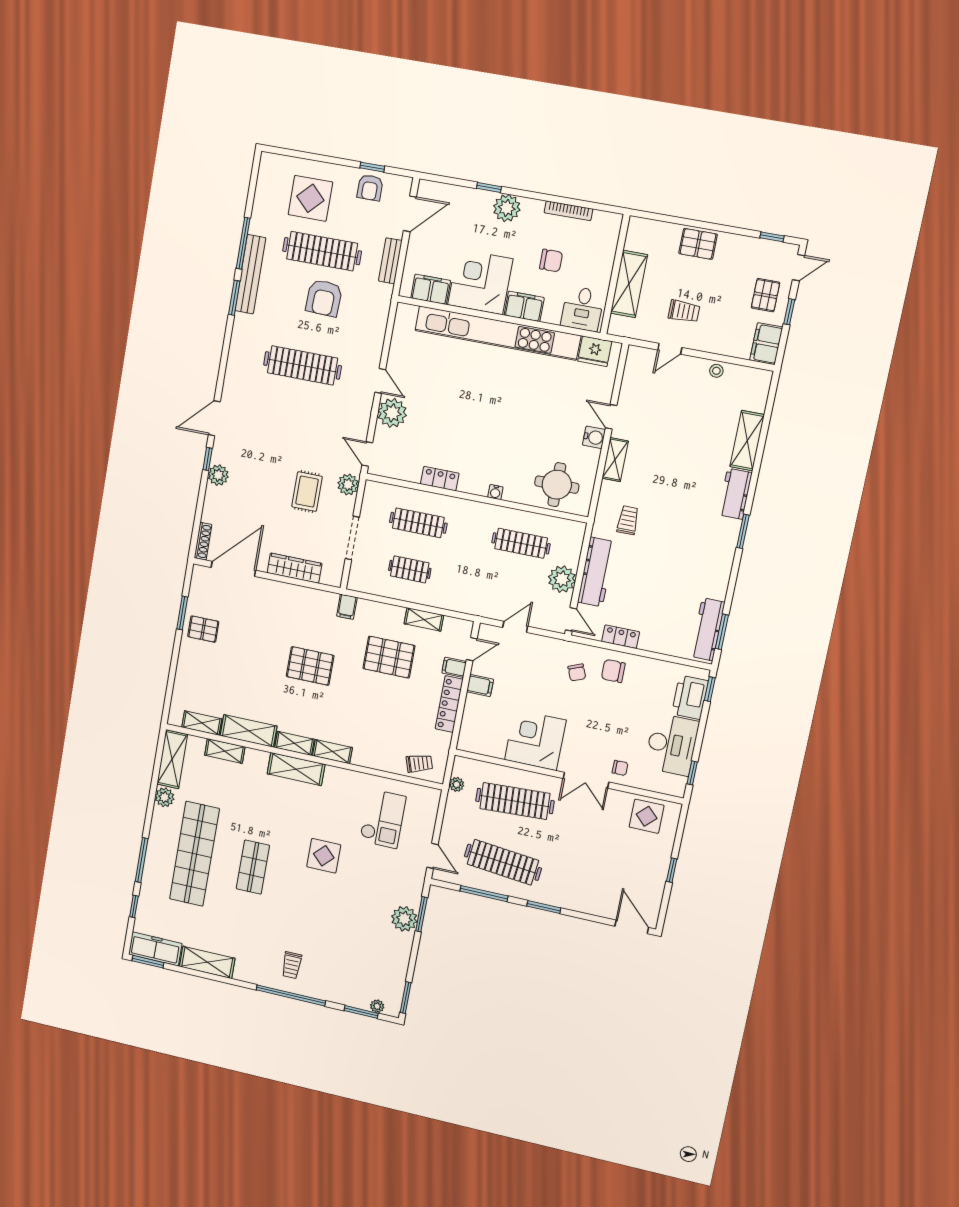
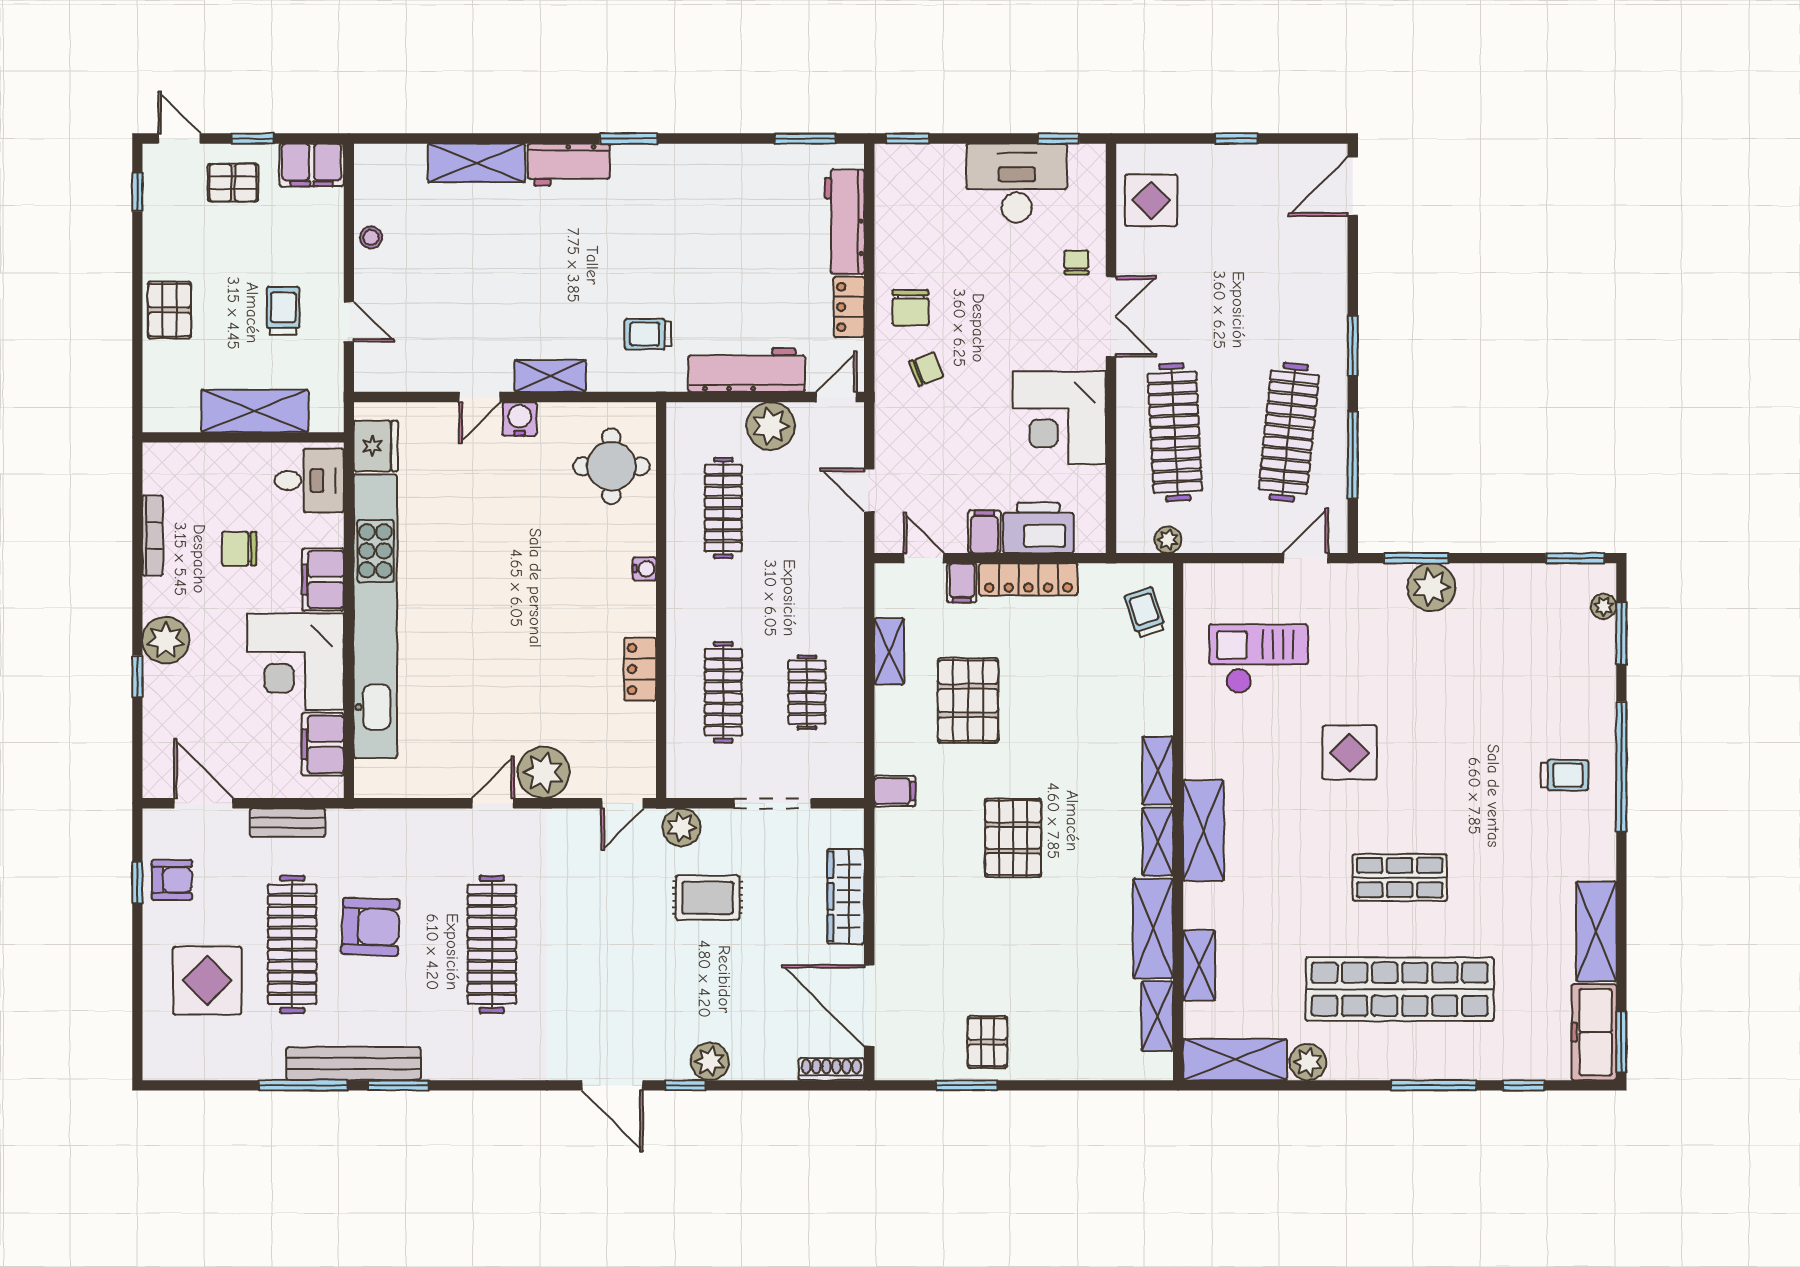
chair: (551, 261) -> (239, 549), turned -90
workbench: (708, 629) -> (845, 222), moved, turned 90
printer: (690, 697) -> (1038, 528), moved, turned 180

